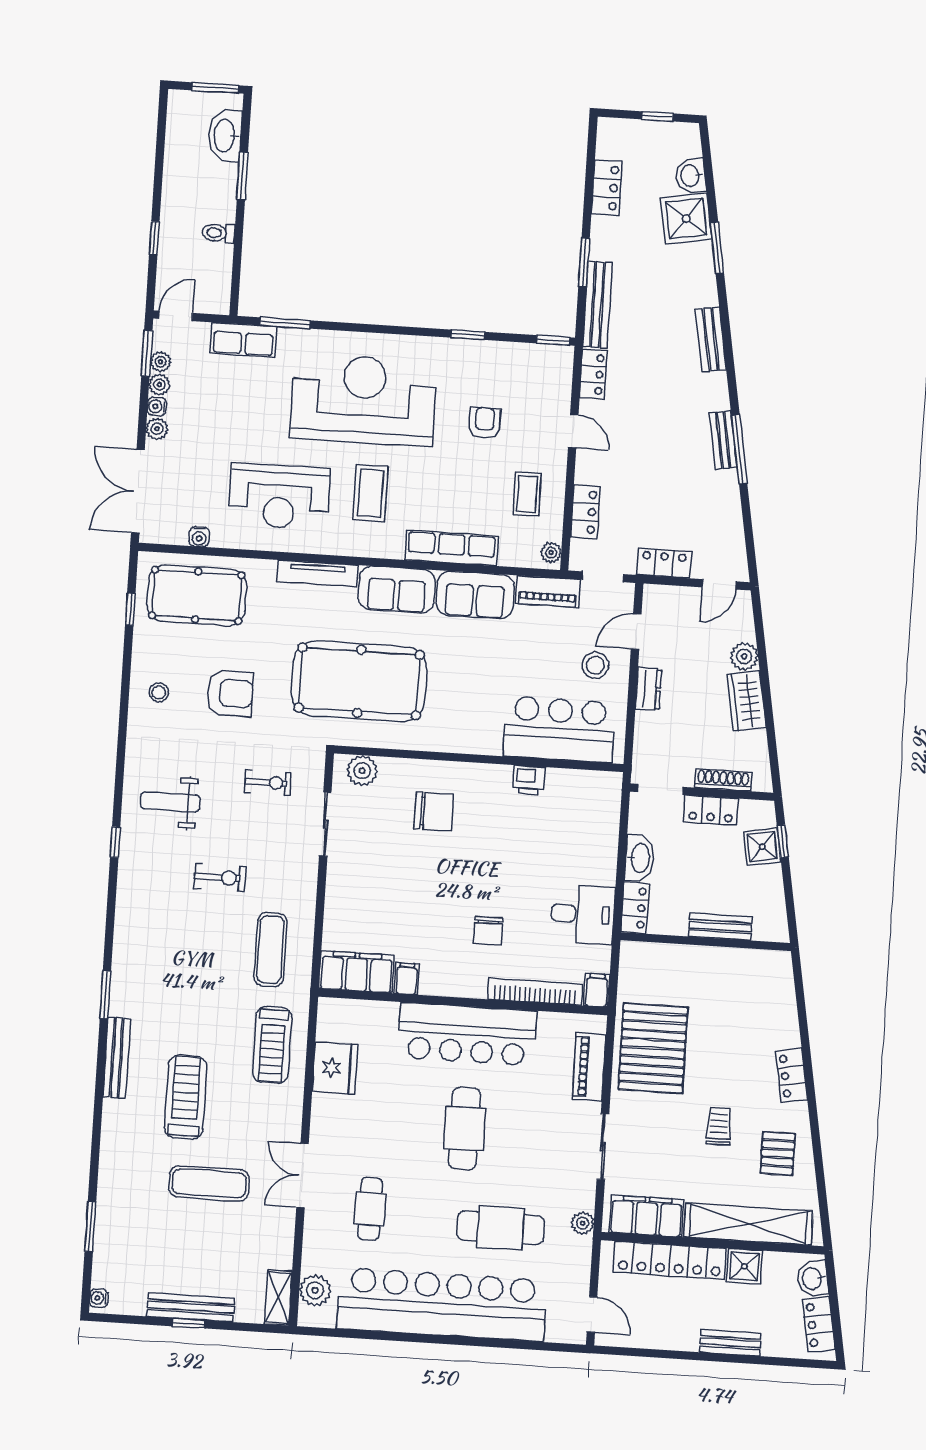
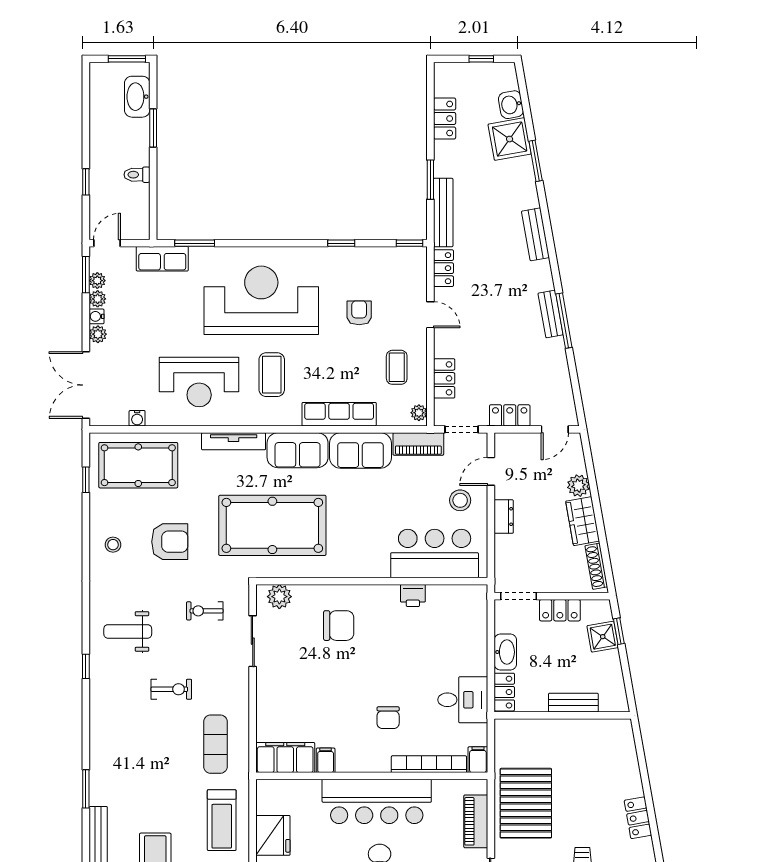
shoe rack: (723, 780) -> (596, 566), moved, turned -100
exercise bike: (268, 782) -> (205, 611), turned 180

